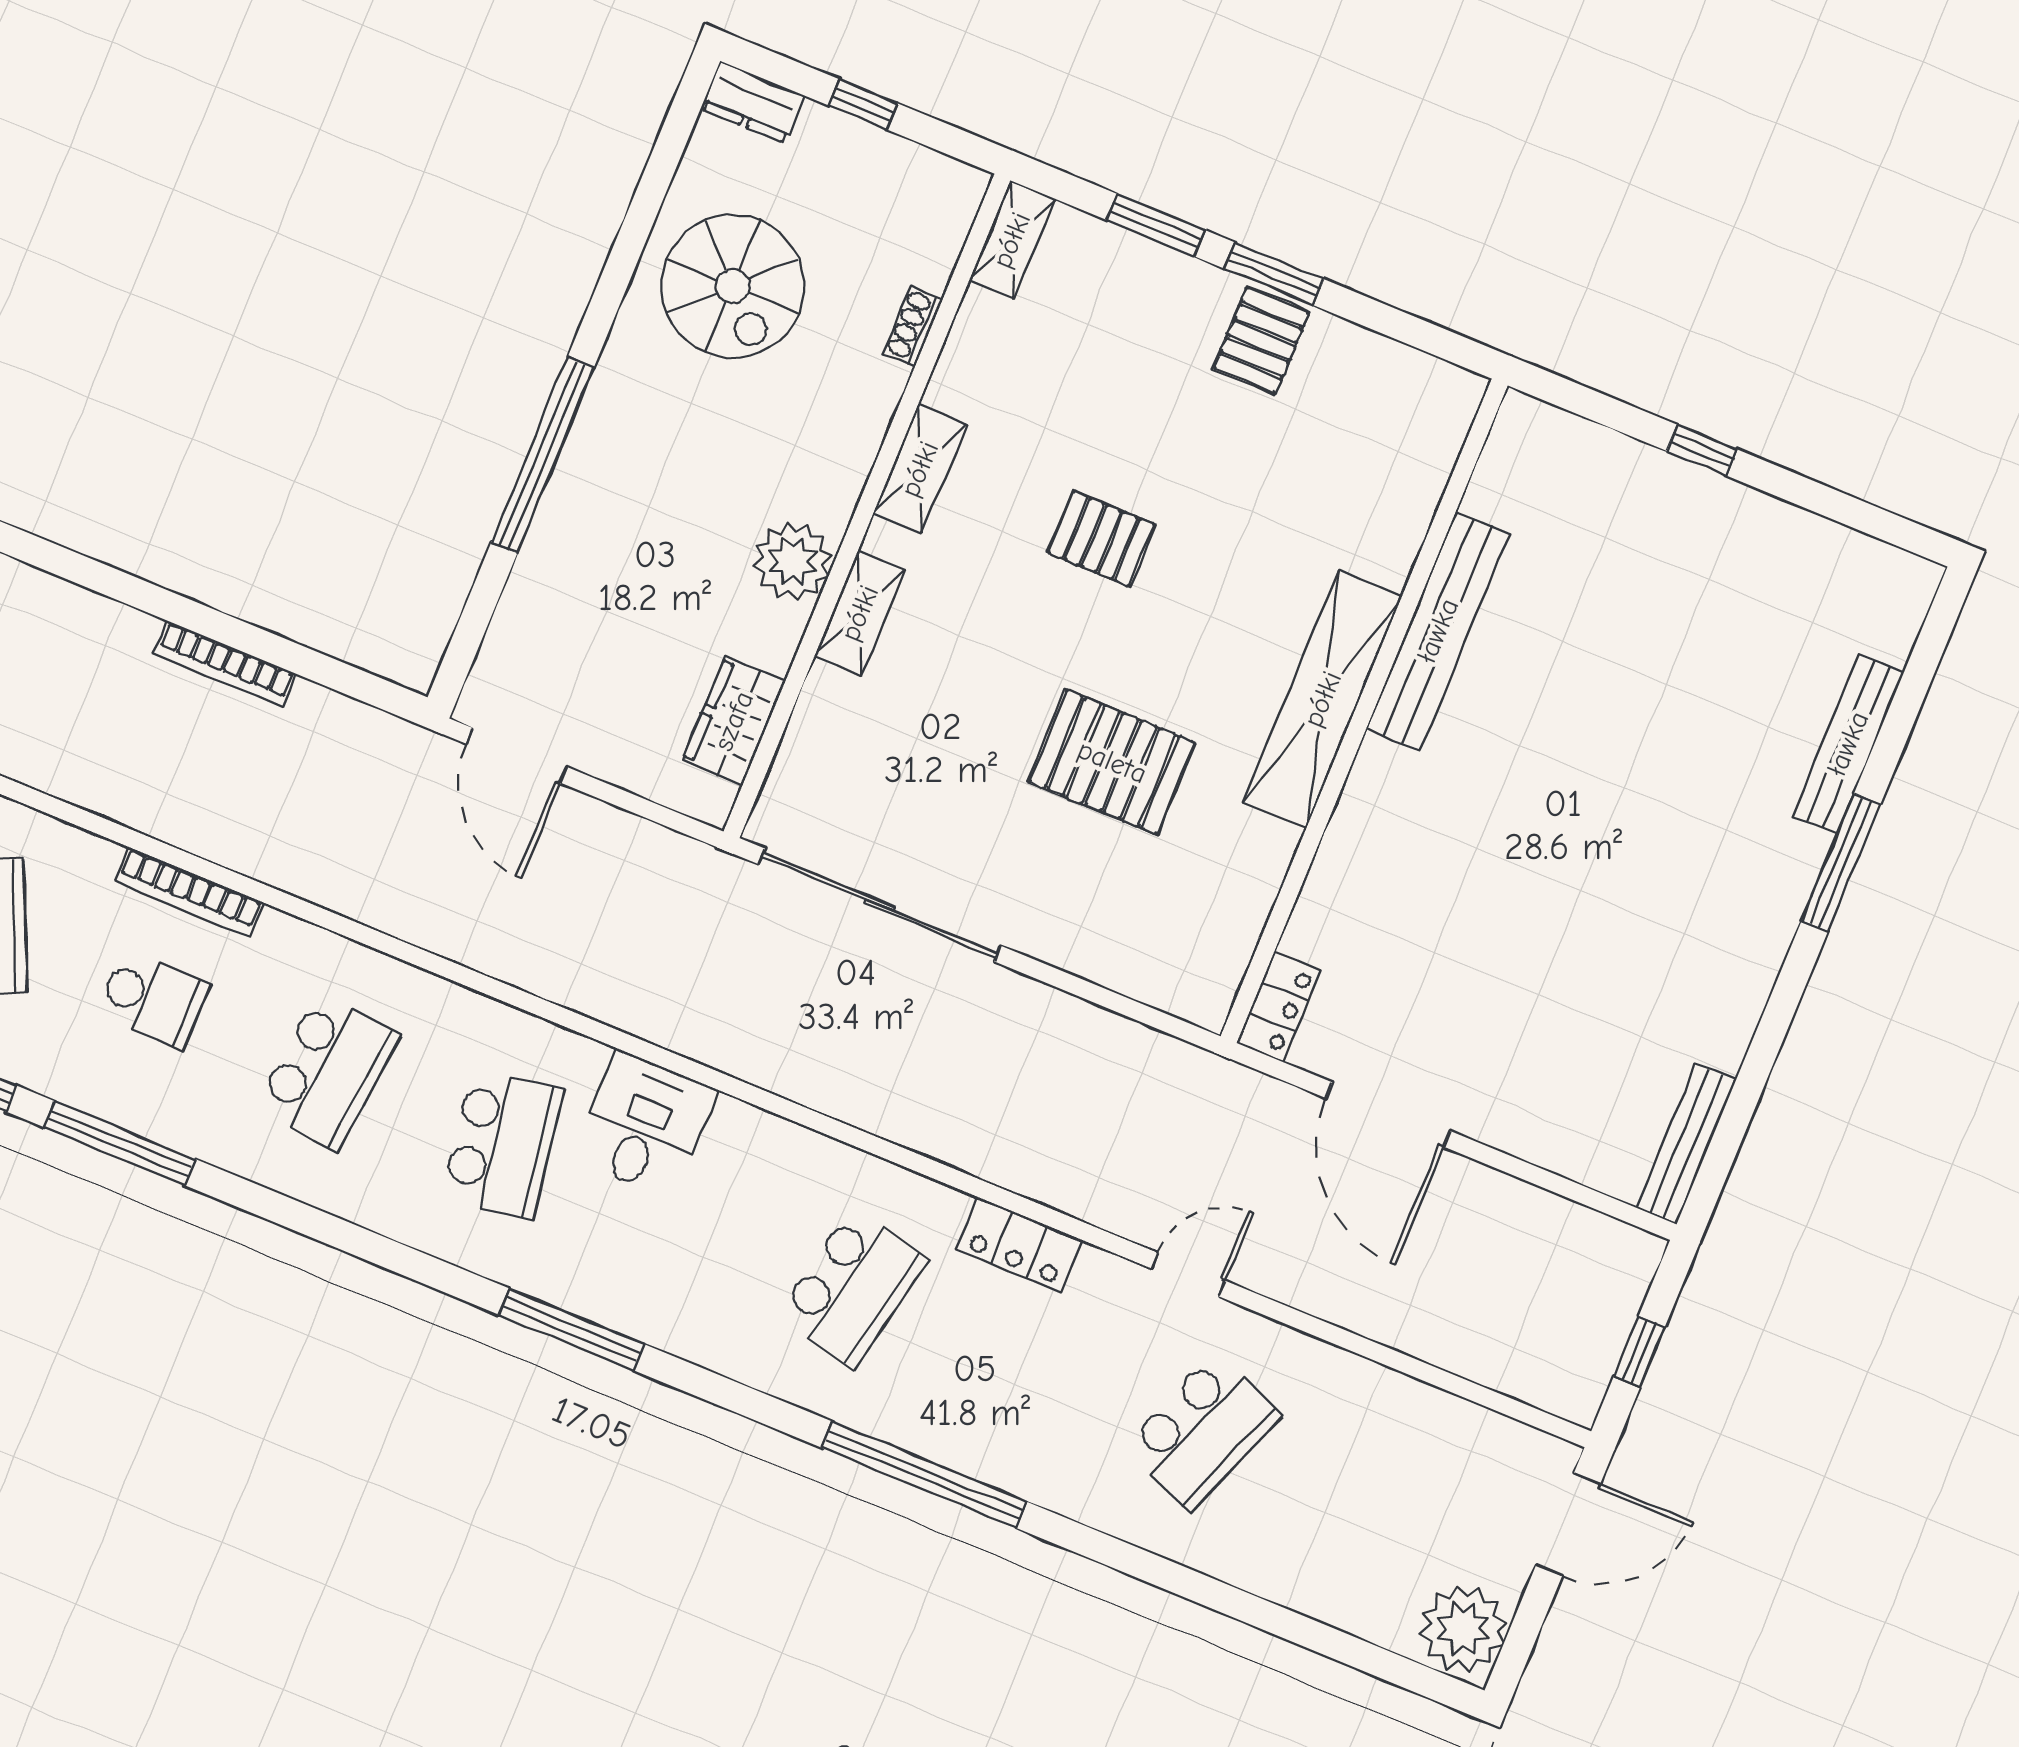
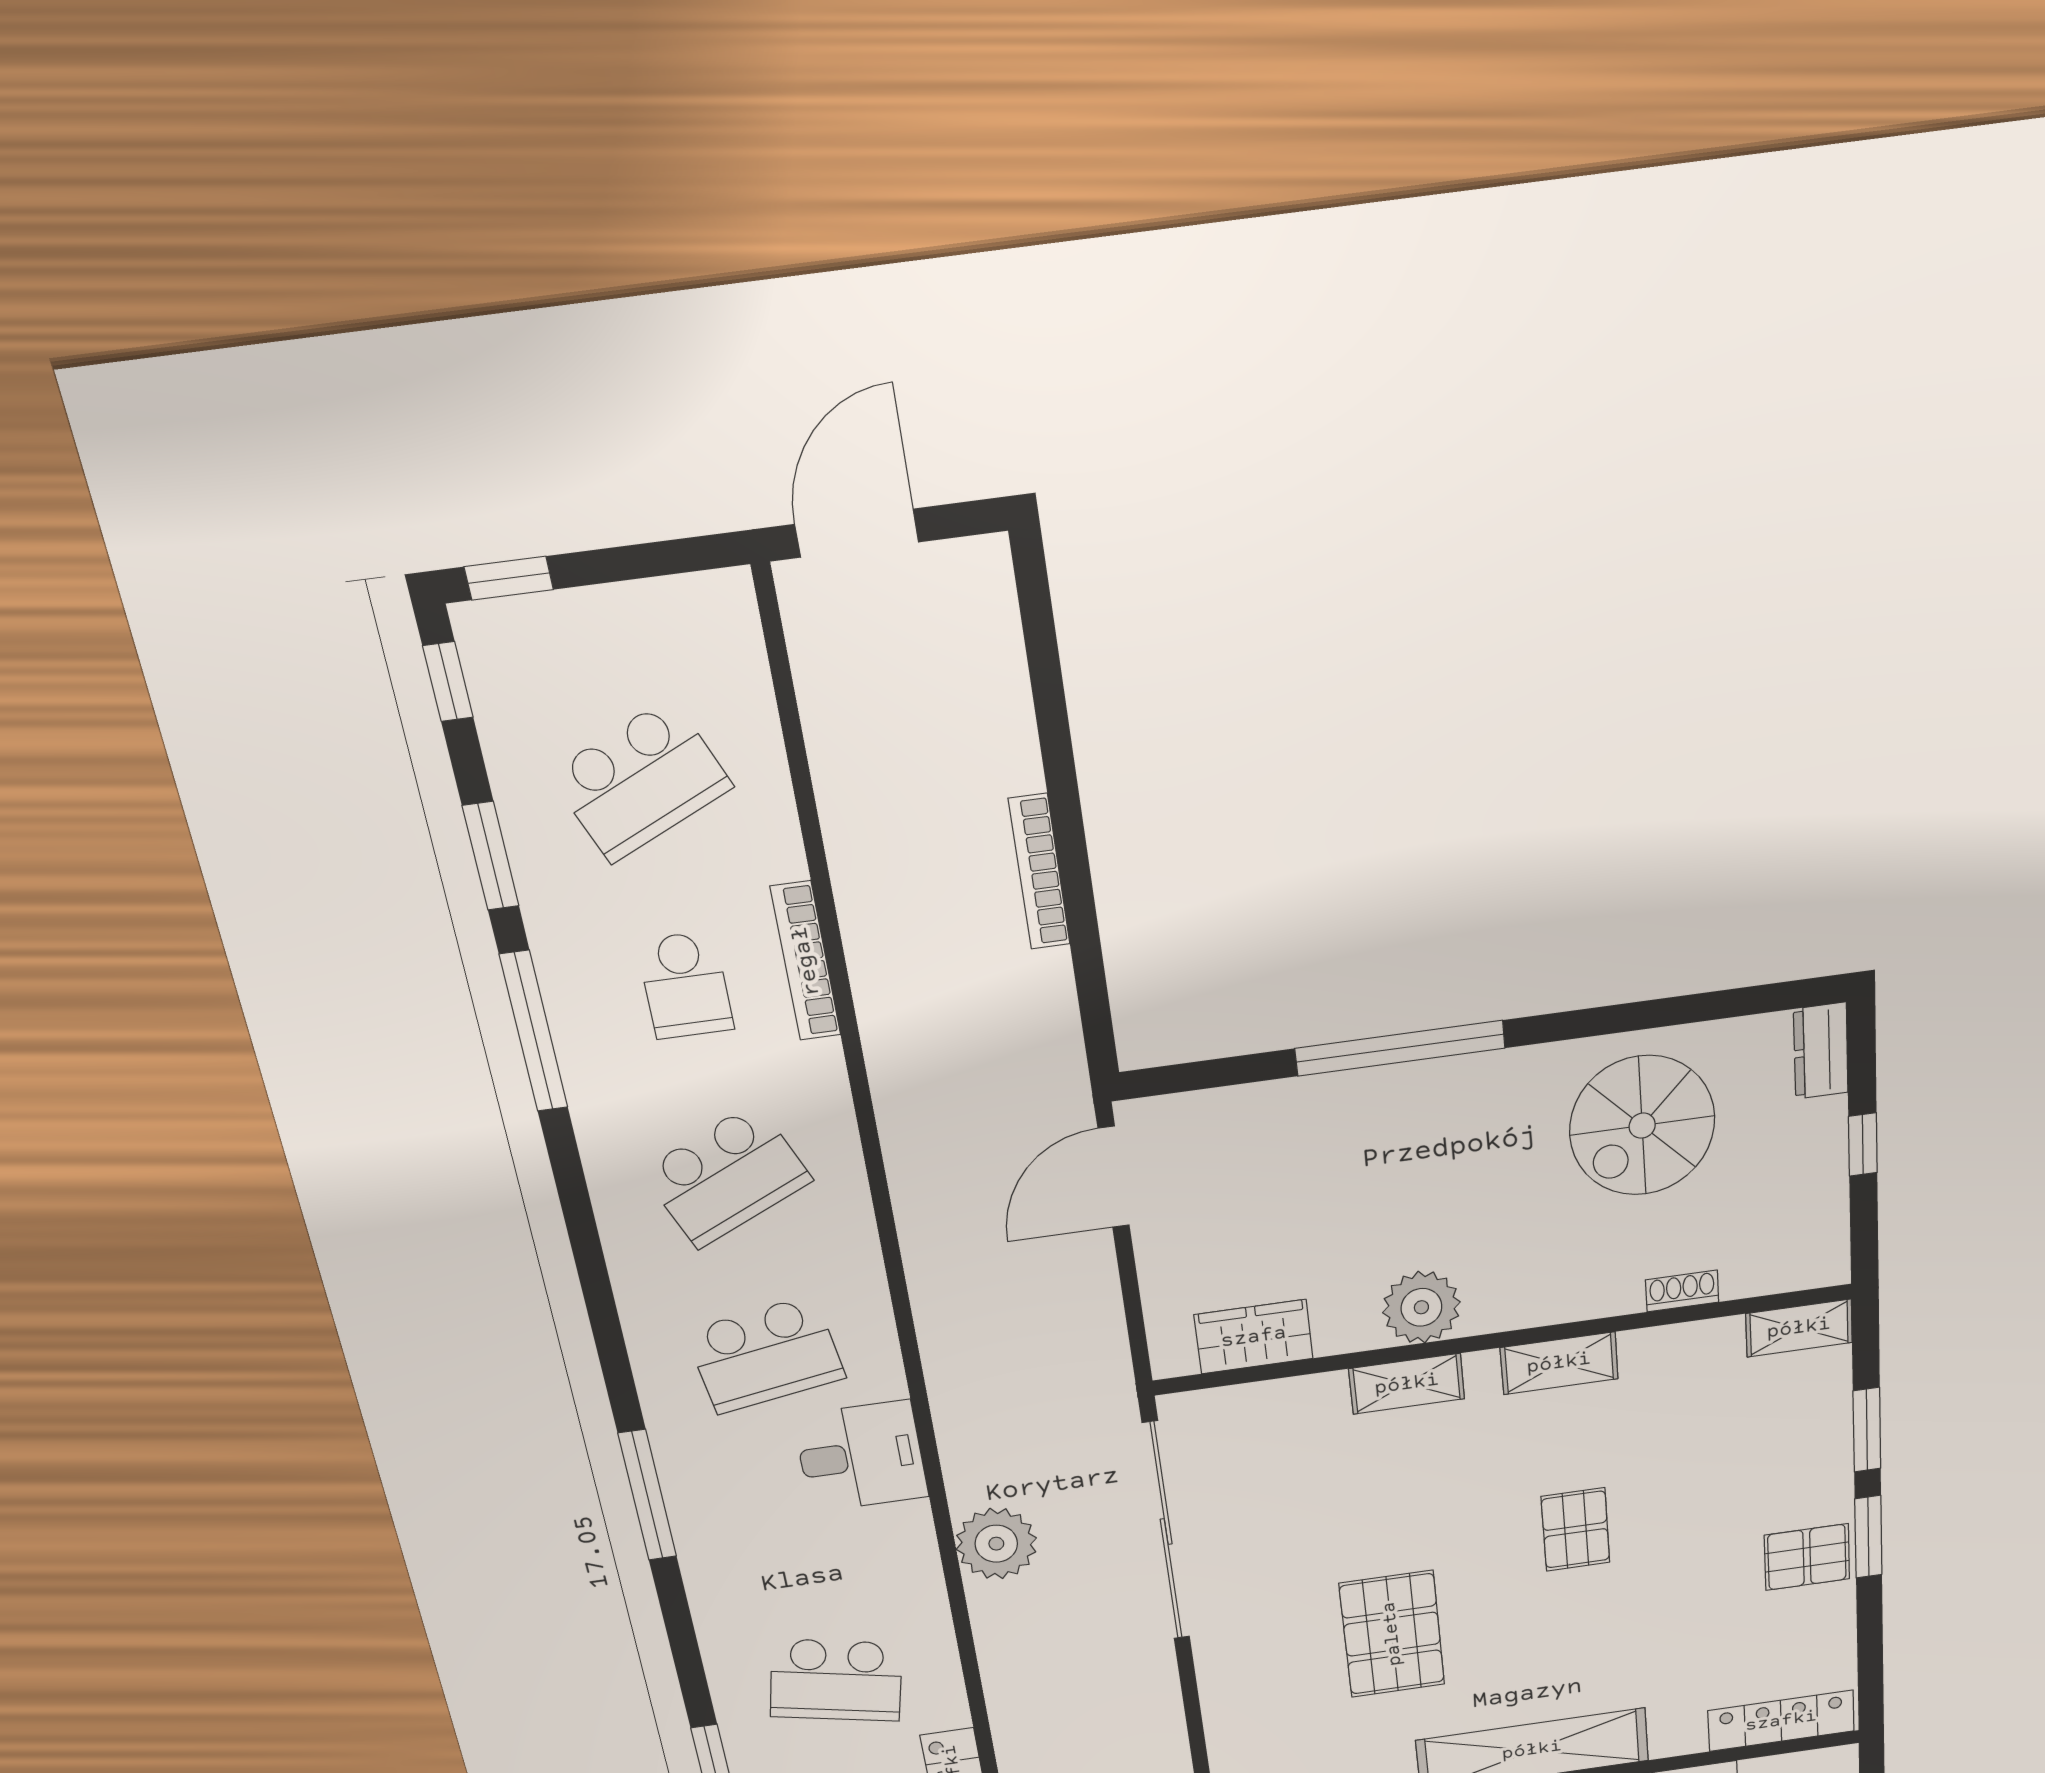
locker: (1435, 448) -> (1781, 1721), added
plant: (801, 1061) -> (996, 1544), added
school desk: (328, 1071) -> (727, 1176), turned -30

